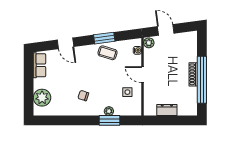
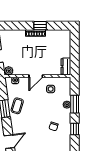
window: (202, 80) -> (40, 26), width x0.32
dresser: (167, 110) -> (66, 66), moved
window: (80, 120) -> (75, 129), added

